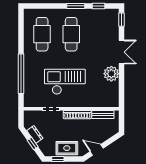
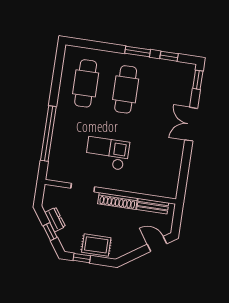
double door: (122, 52) -> (191, 124), swing flipped
plant: (111, 74) -> (173, 152), removed
checkout: (65, 82) -> (107, 153), width x0.73, depth x0.83
door: (97, 150) -> (157, 244), moved

